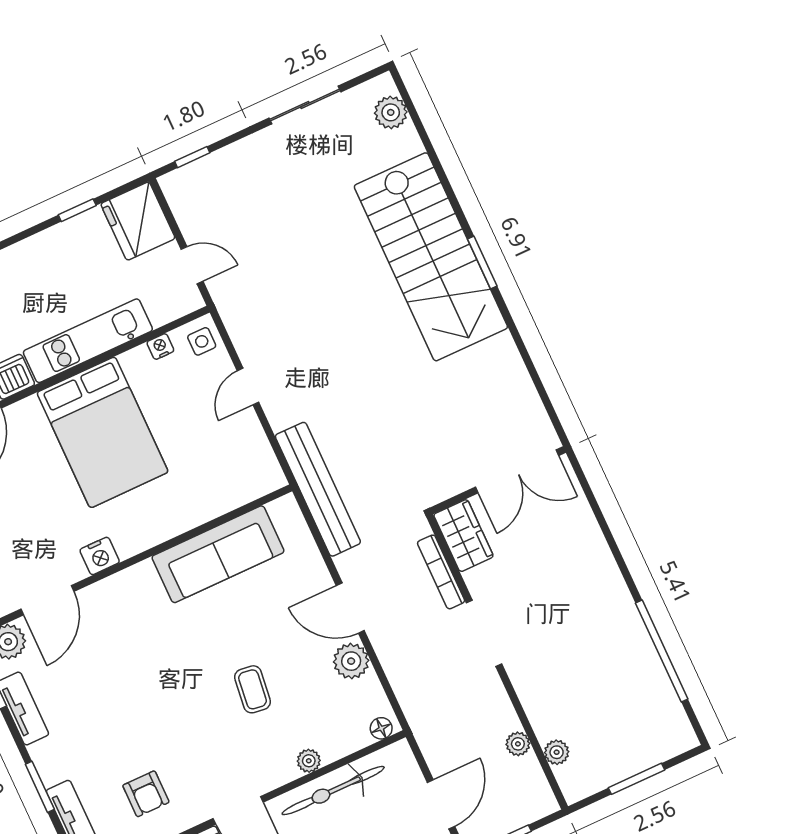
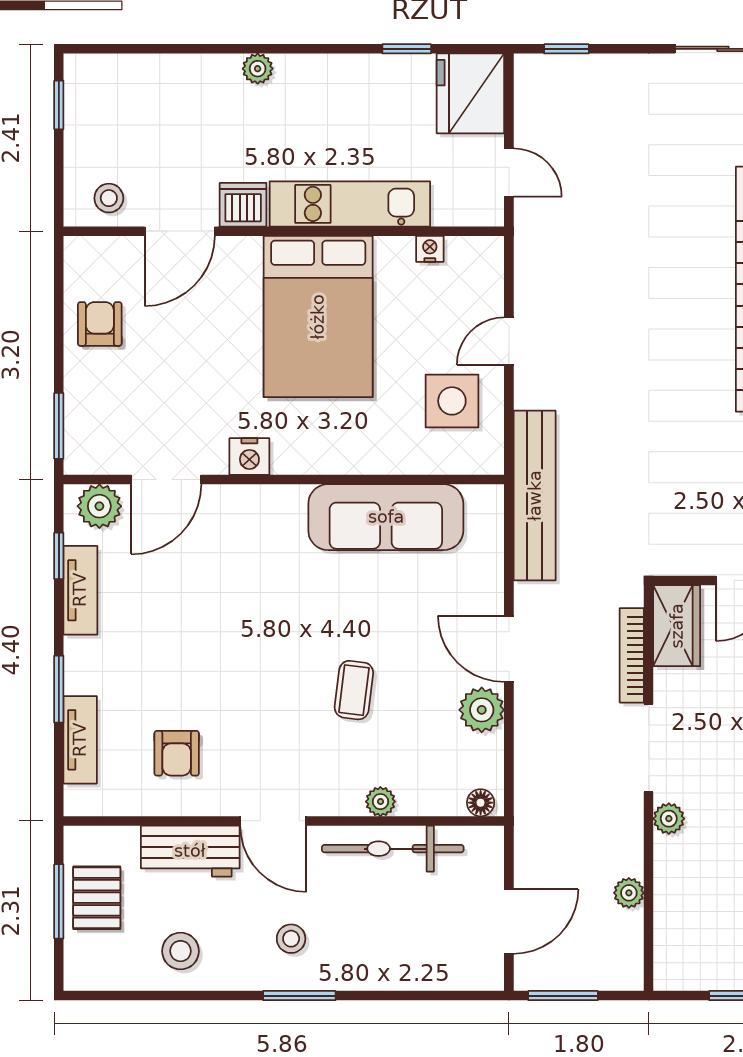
side table: (202, 341) -> (452, 401), moved, width x1.87, depth x1.87
plant: (557, 752) -> (669, 819), moved

